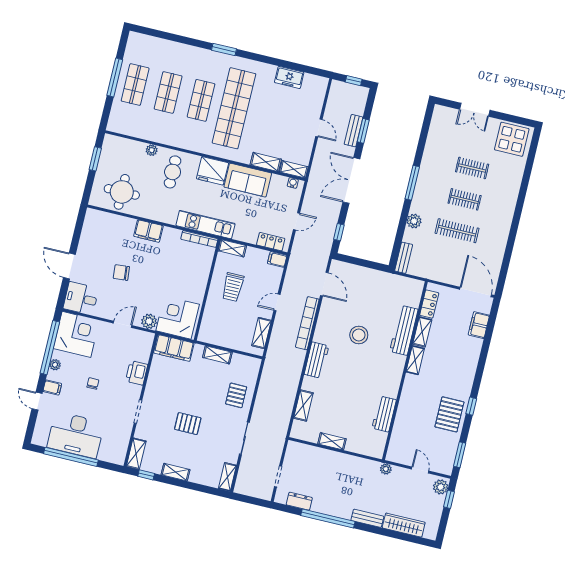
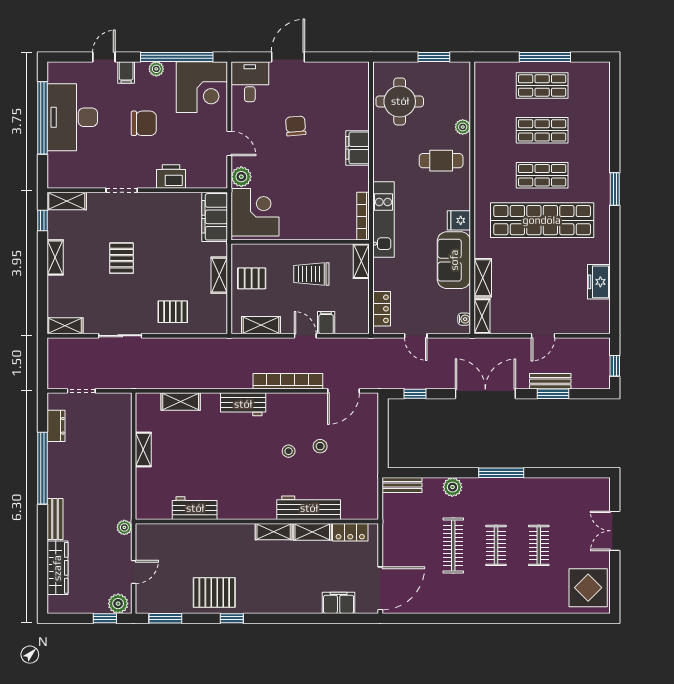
fridge: (213, 171) -> (459, 220), width x0.53, depth x0.75
filing cabinet: (277, 259) -> (326, 323), moved
stool: (361, 311) -> (320, 446), added
pallet: (226, 332) -> (252, 278), added
stool: (359, 335) -> (289, 451), width x0.53, depth x0.53
chair: (93, 383) -> (144, 123), width x1.87, depth x1.87

